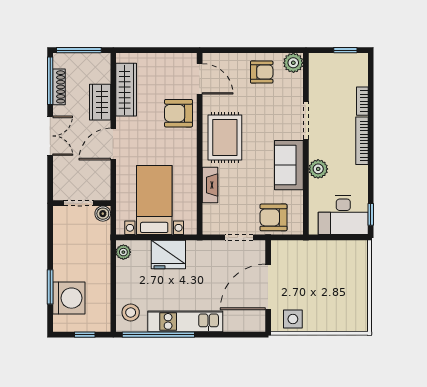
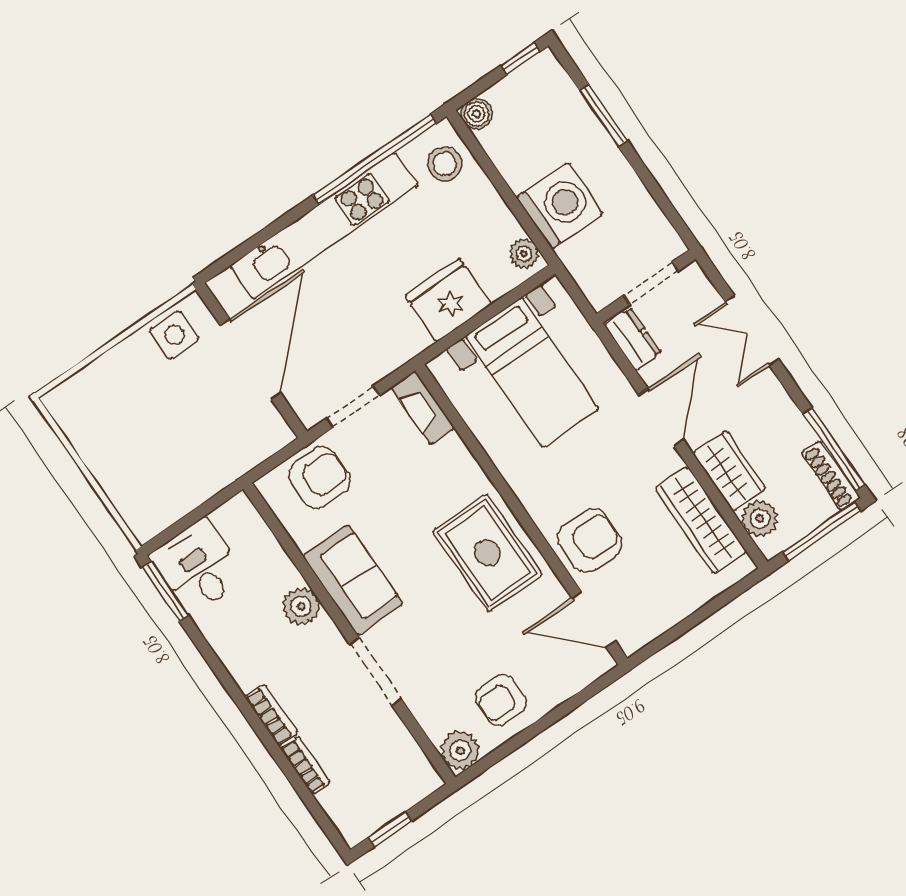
plant: (101, 73) -> (760, 518), added
shoe rack: (59, 87) -> (831, 475), moved
double door: (50, 136) -> (752, 330), moved
bookcase: (362, 141) -> (271, 715), width x0.64
dresser: (102, 185) -> (633, 339), added
fireplace: (210, 185) -> (423, 408), moved
boiler: (103, 214) -> (477, 114), moved
window: (371, 214) -> (165, 591), width x1.50
desk: (343, 215) -> (198, 567), width x0.73
washing machine: (69, 298) -> (560, 206), moved, turned 180
kitchen unit: (185, 321) -> (324, 226), width x1.36
window: (85, 335) -> (520, 59), moved

